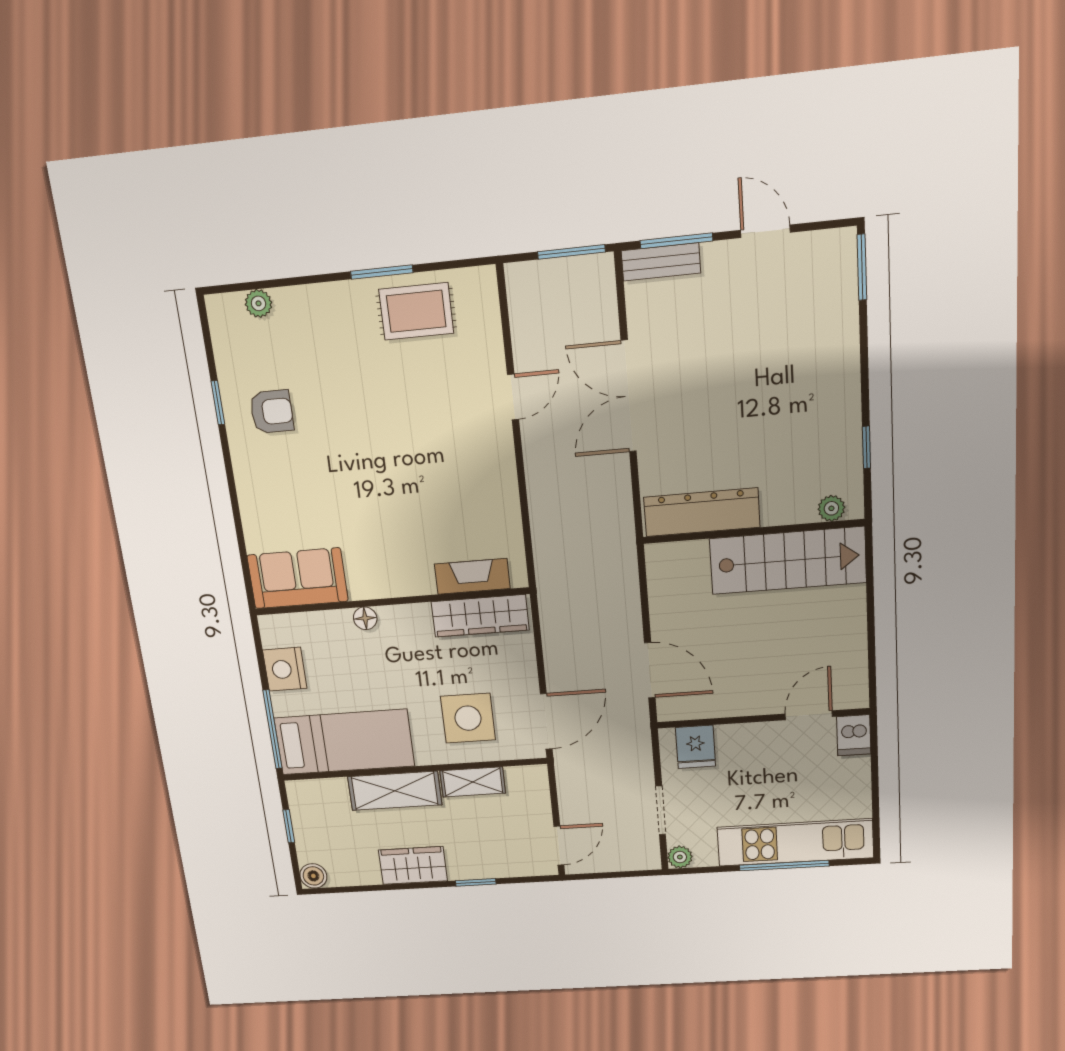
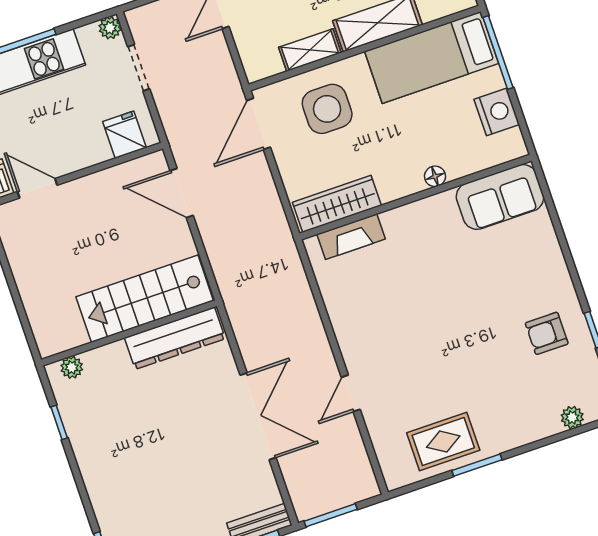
stairs: (788, 561) -> (145, 299), moved
door: (809, 715) -> (37, 188), swing flipped

